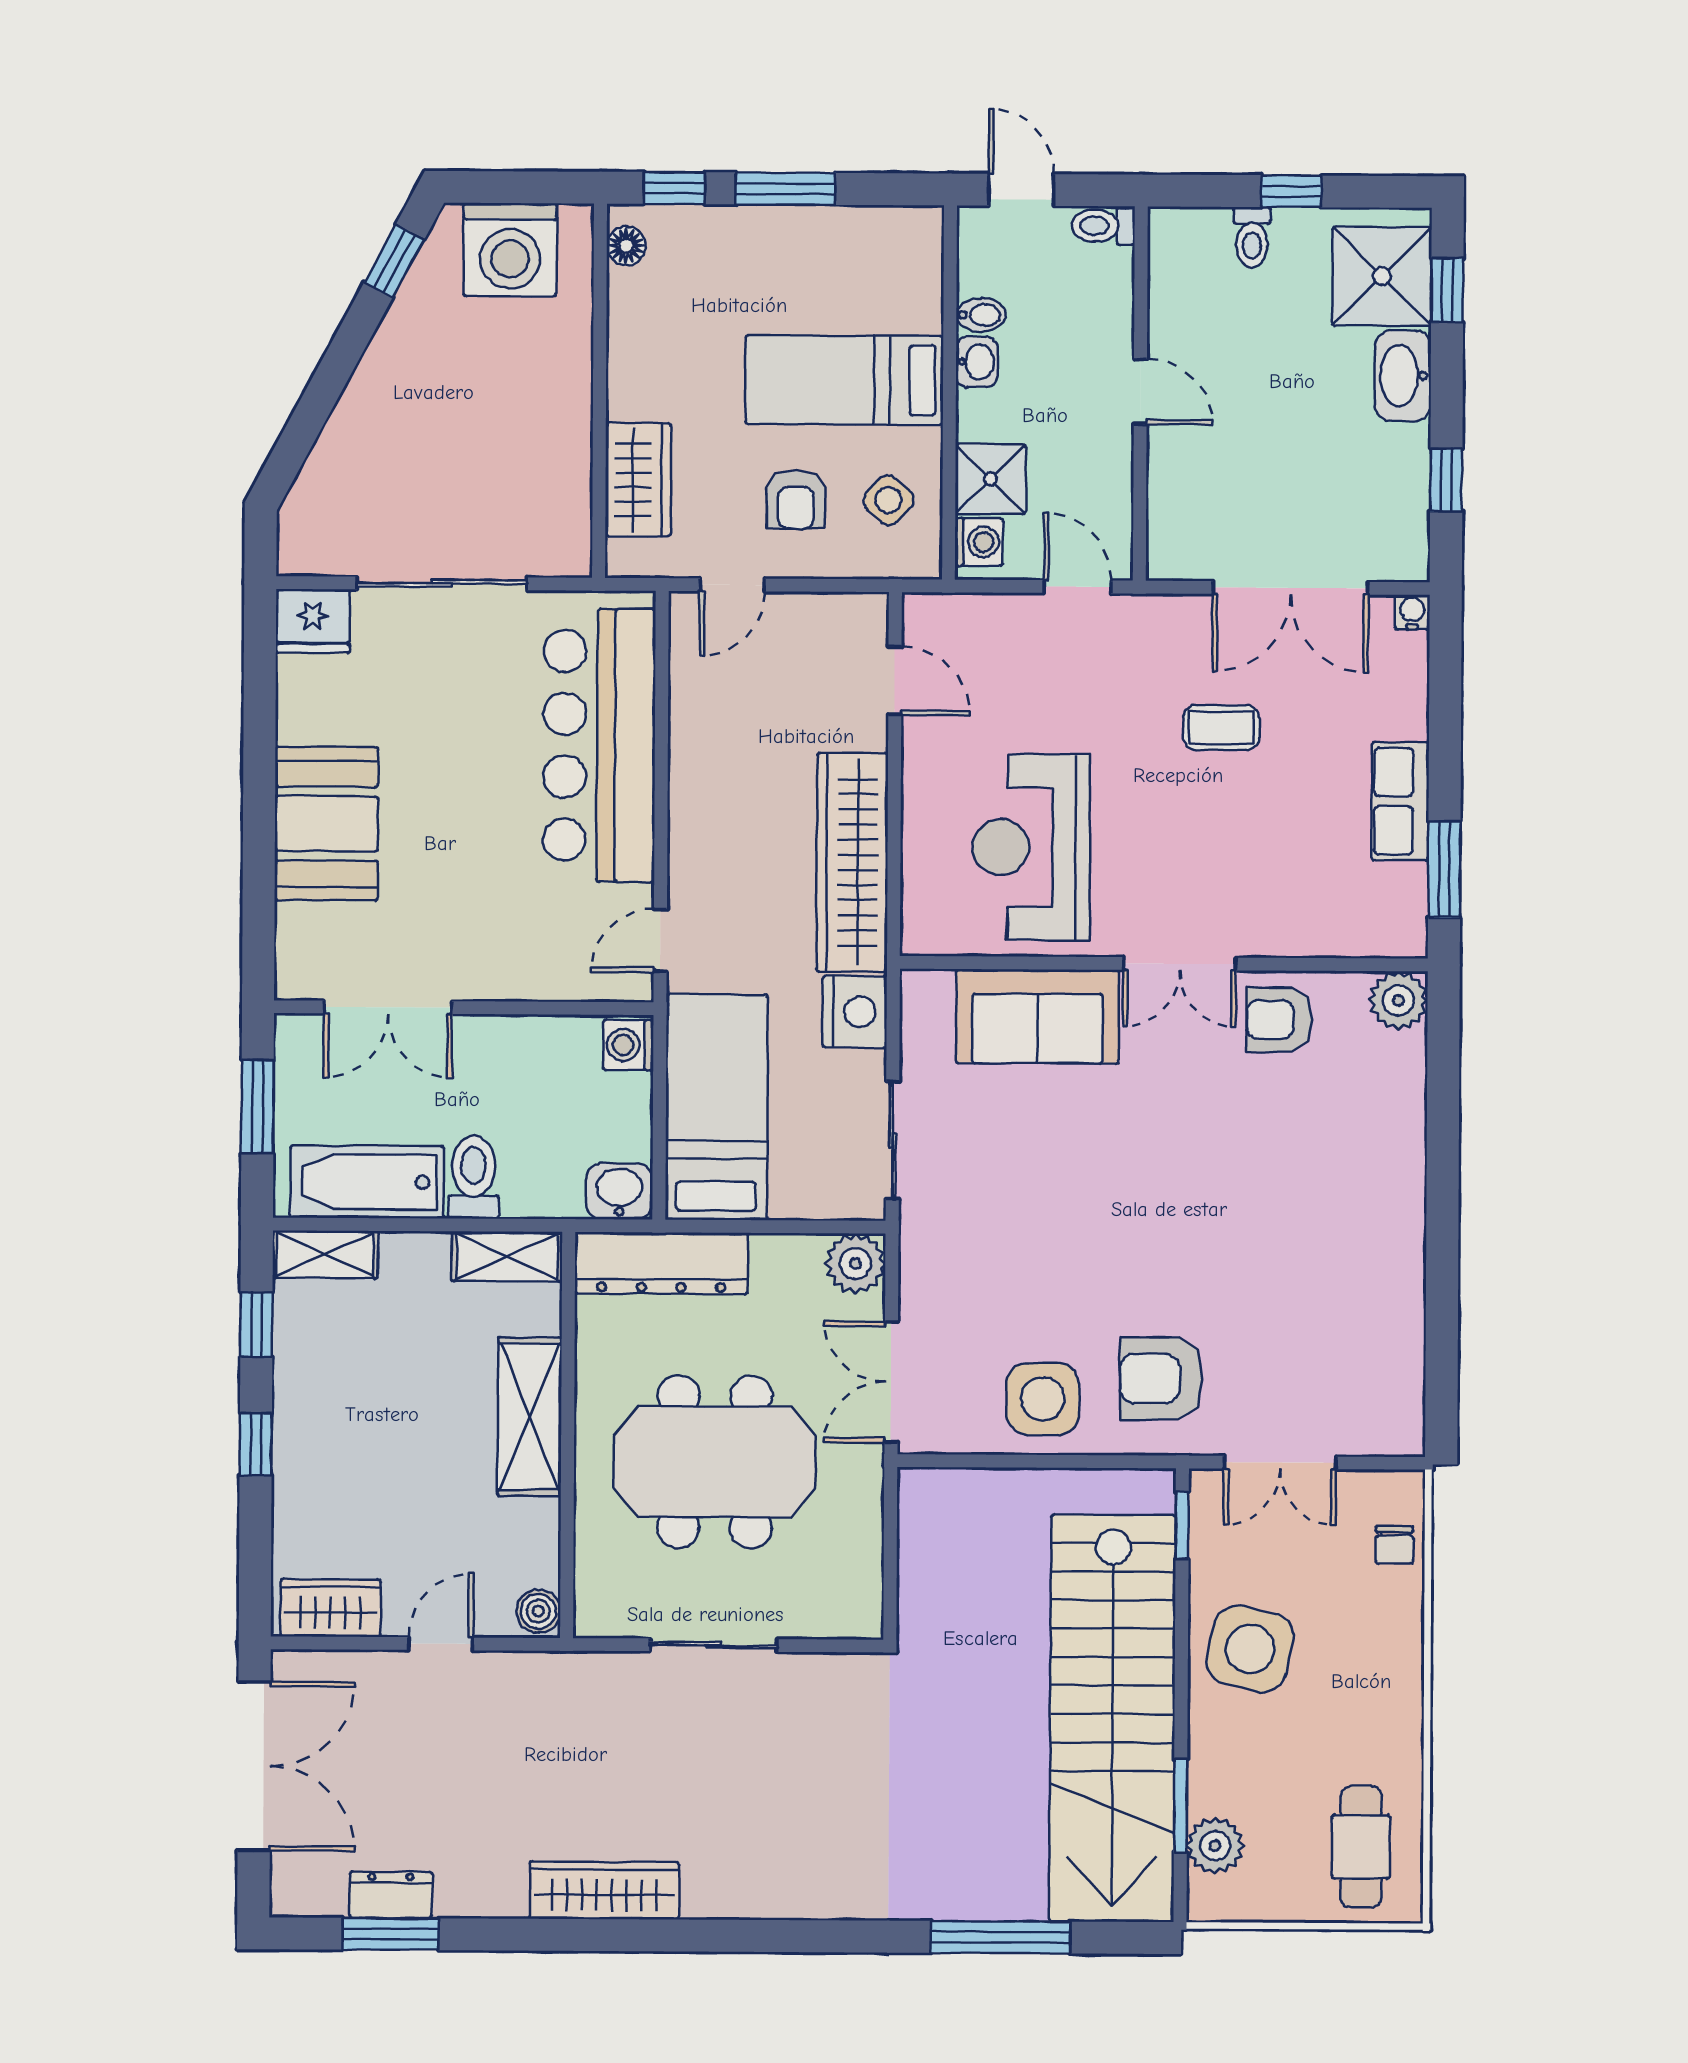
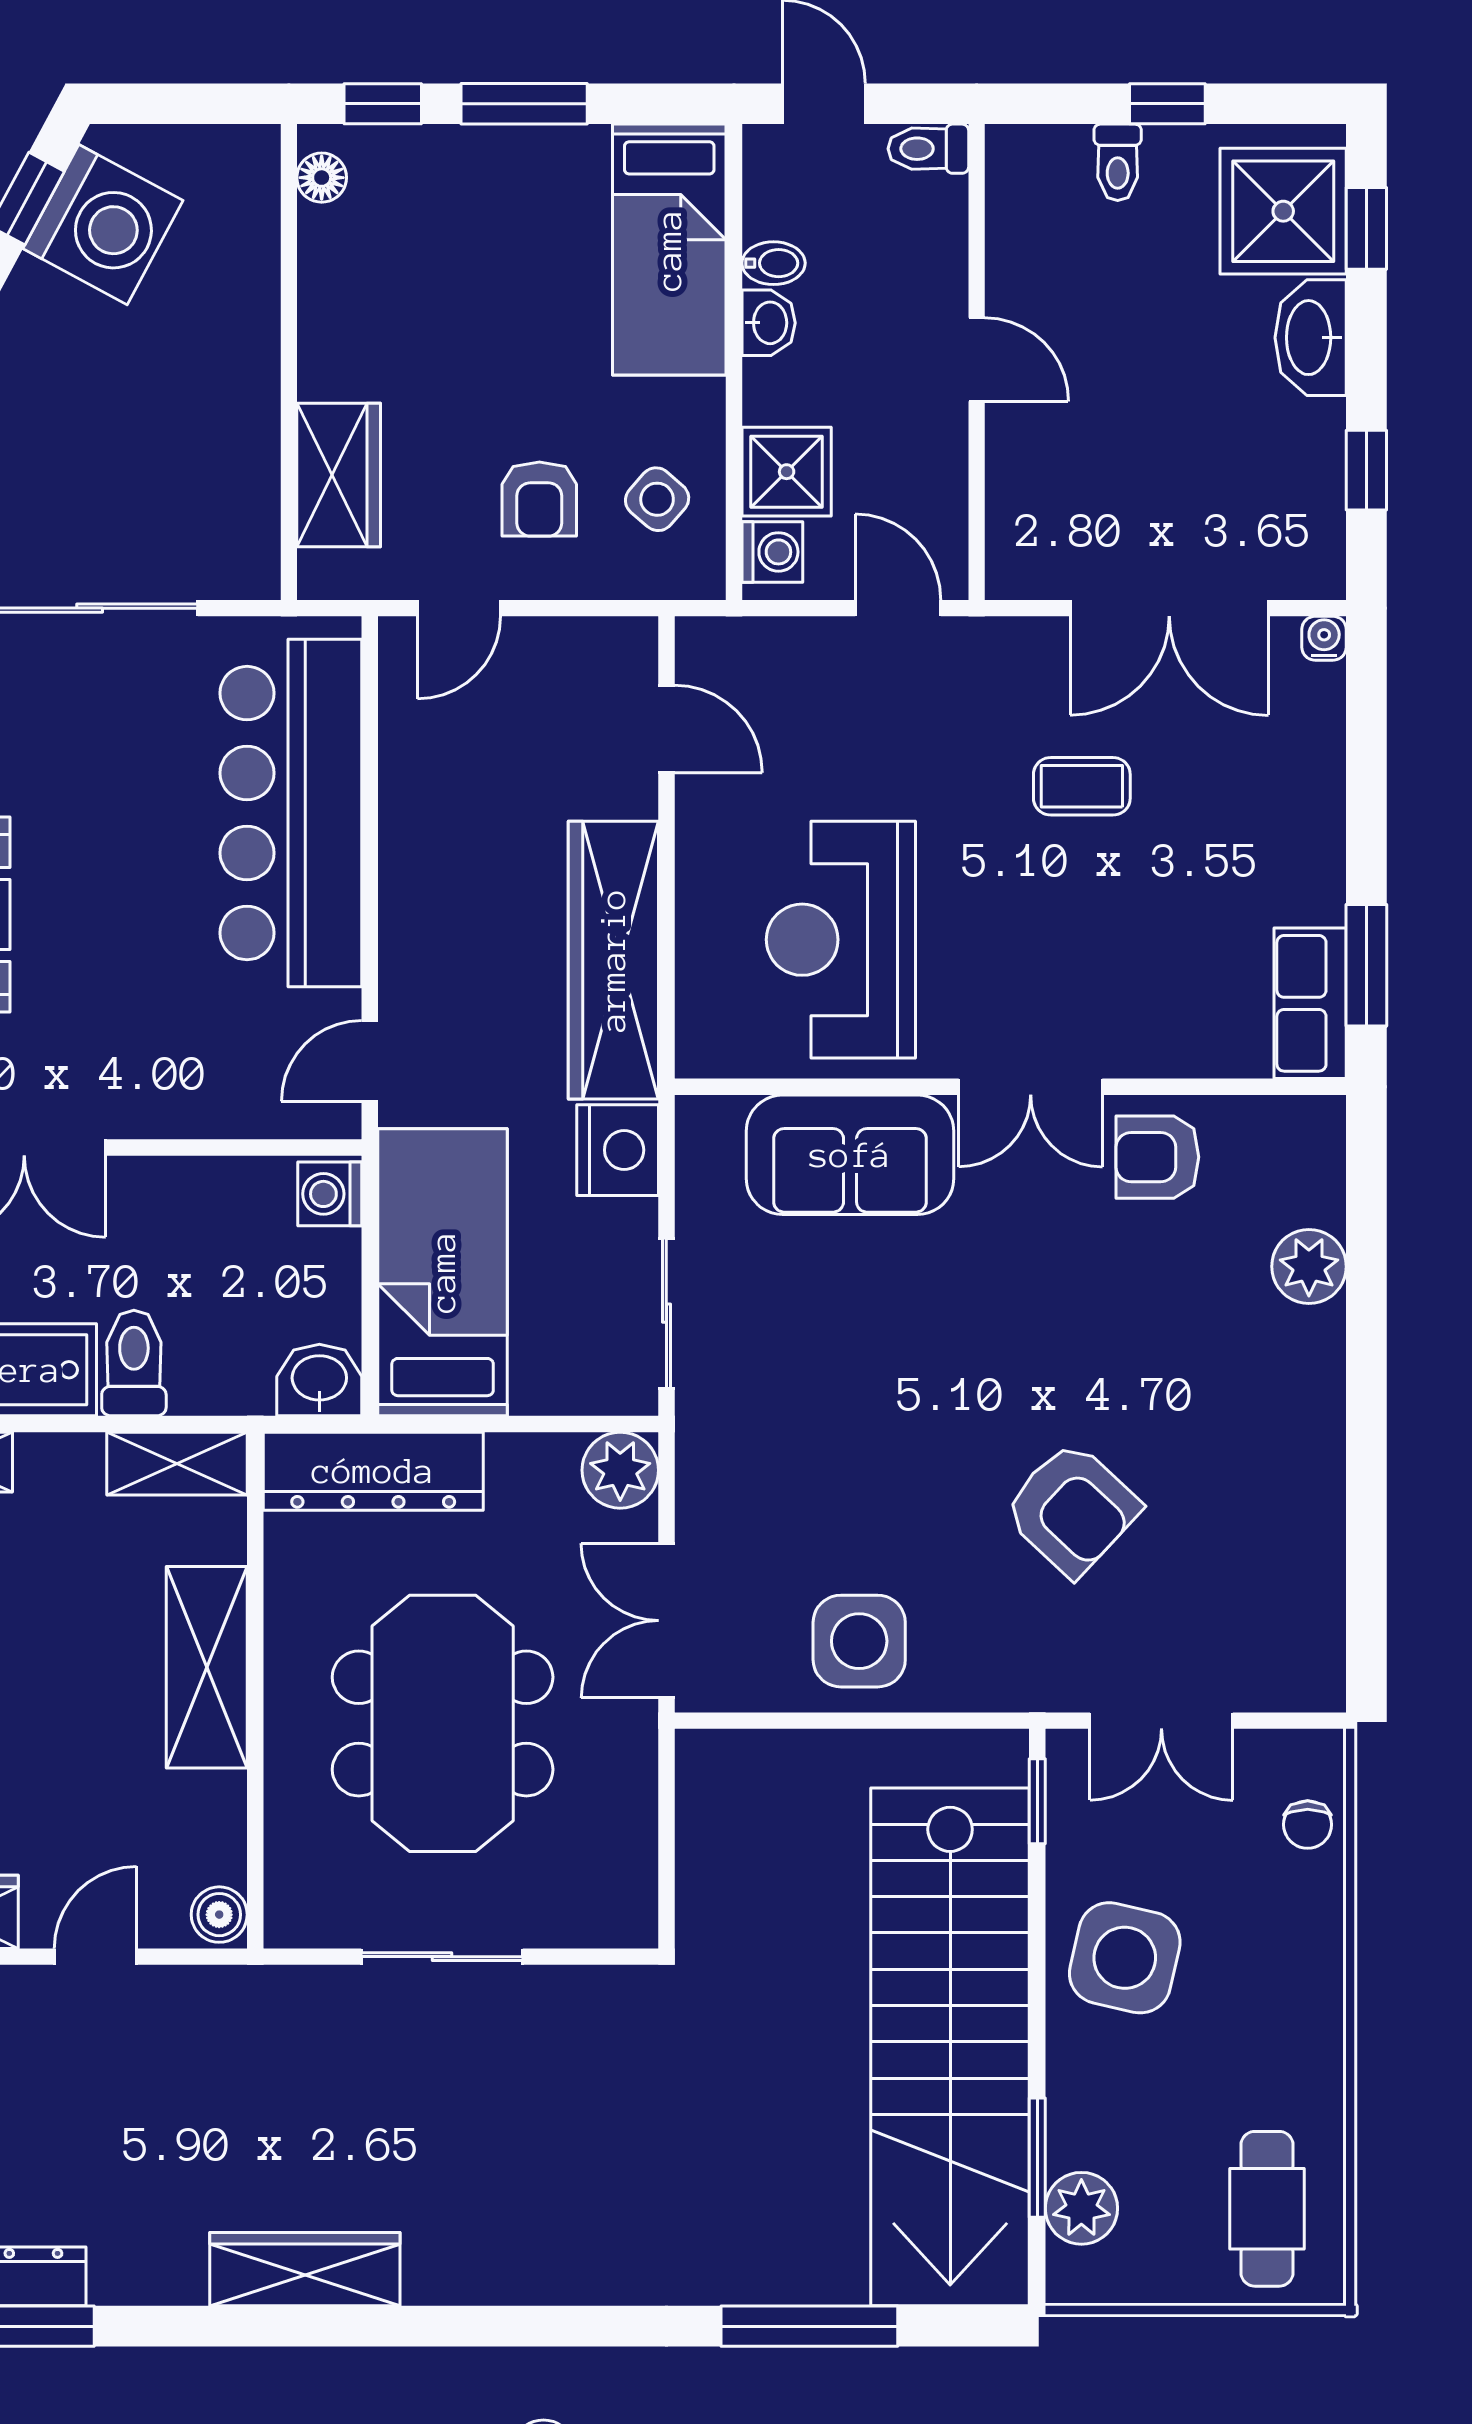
washing machine: (510, 250) -> (103, 225), moved, turned -62
bed: (844, 380) -> (669, 250), moved, turned -90
row of seats: (1400, 801) -> (1310, 1003), moved
plant: (1398, 1000) -> (1309, 1266), moved
armchair: (1162, 1379) -> (1072, 1509), moved, turned -137
meeting table: (715, 1462) -> (443, 1723), turned 90

